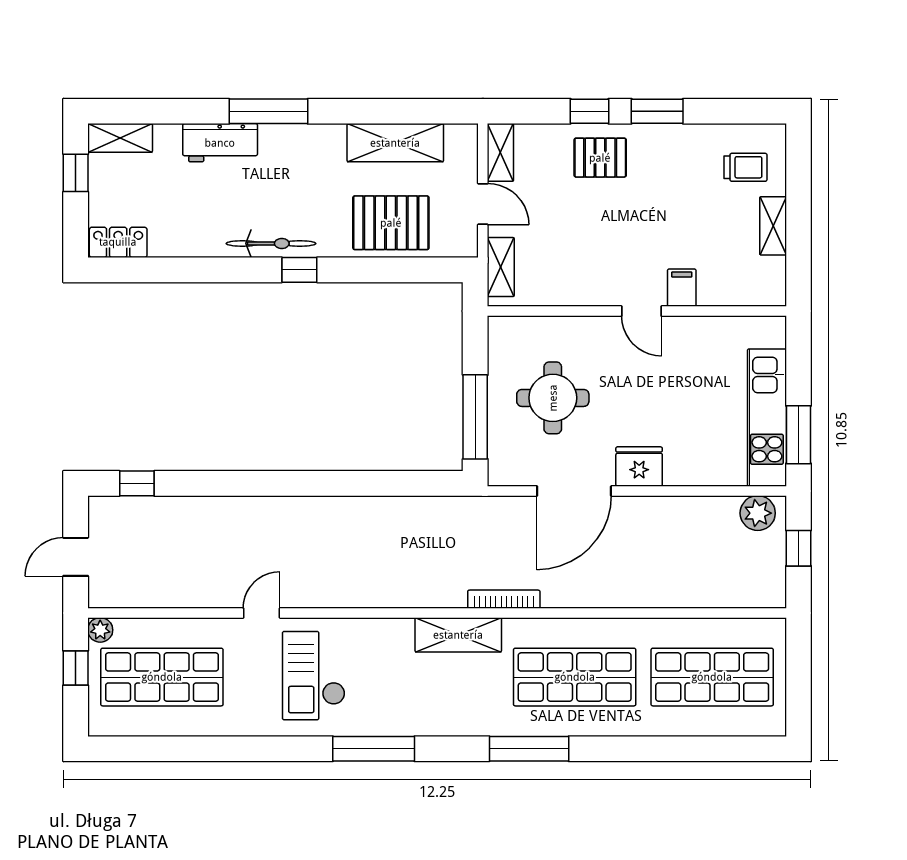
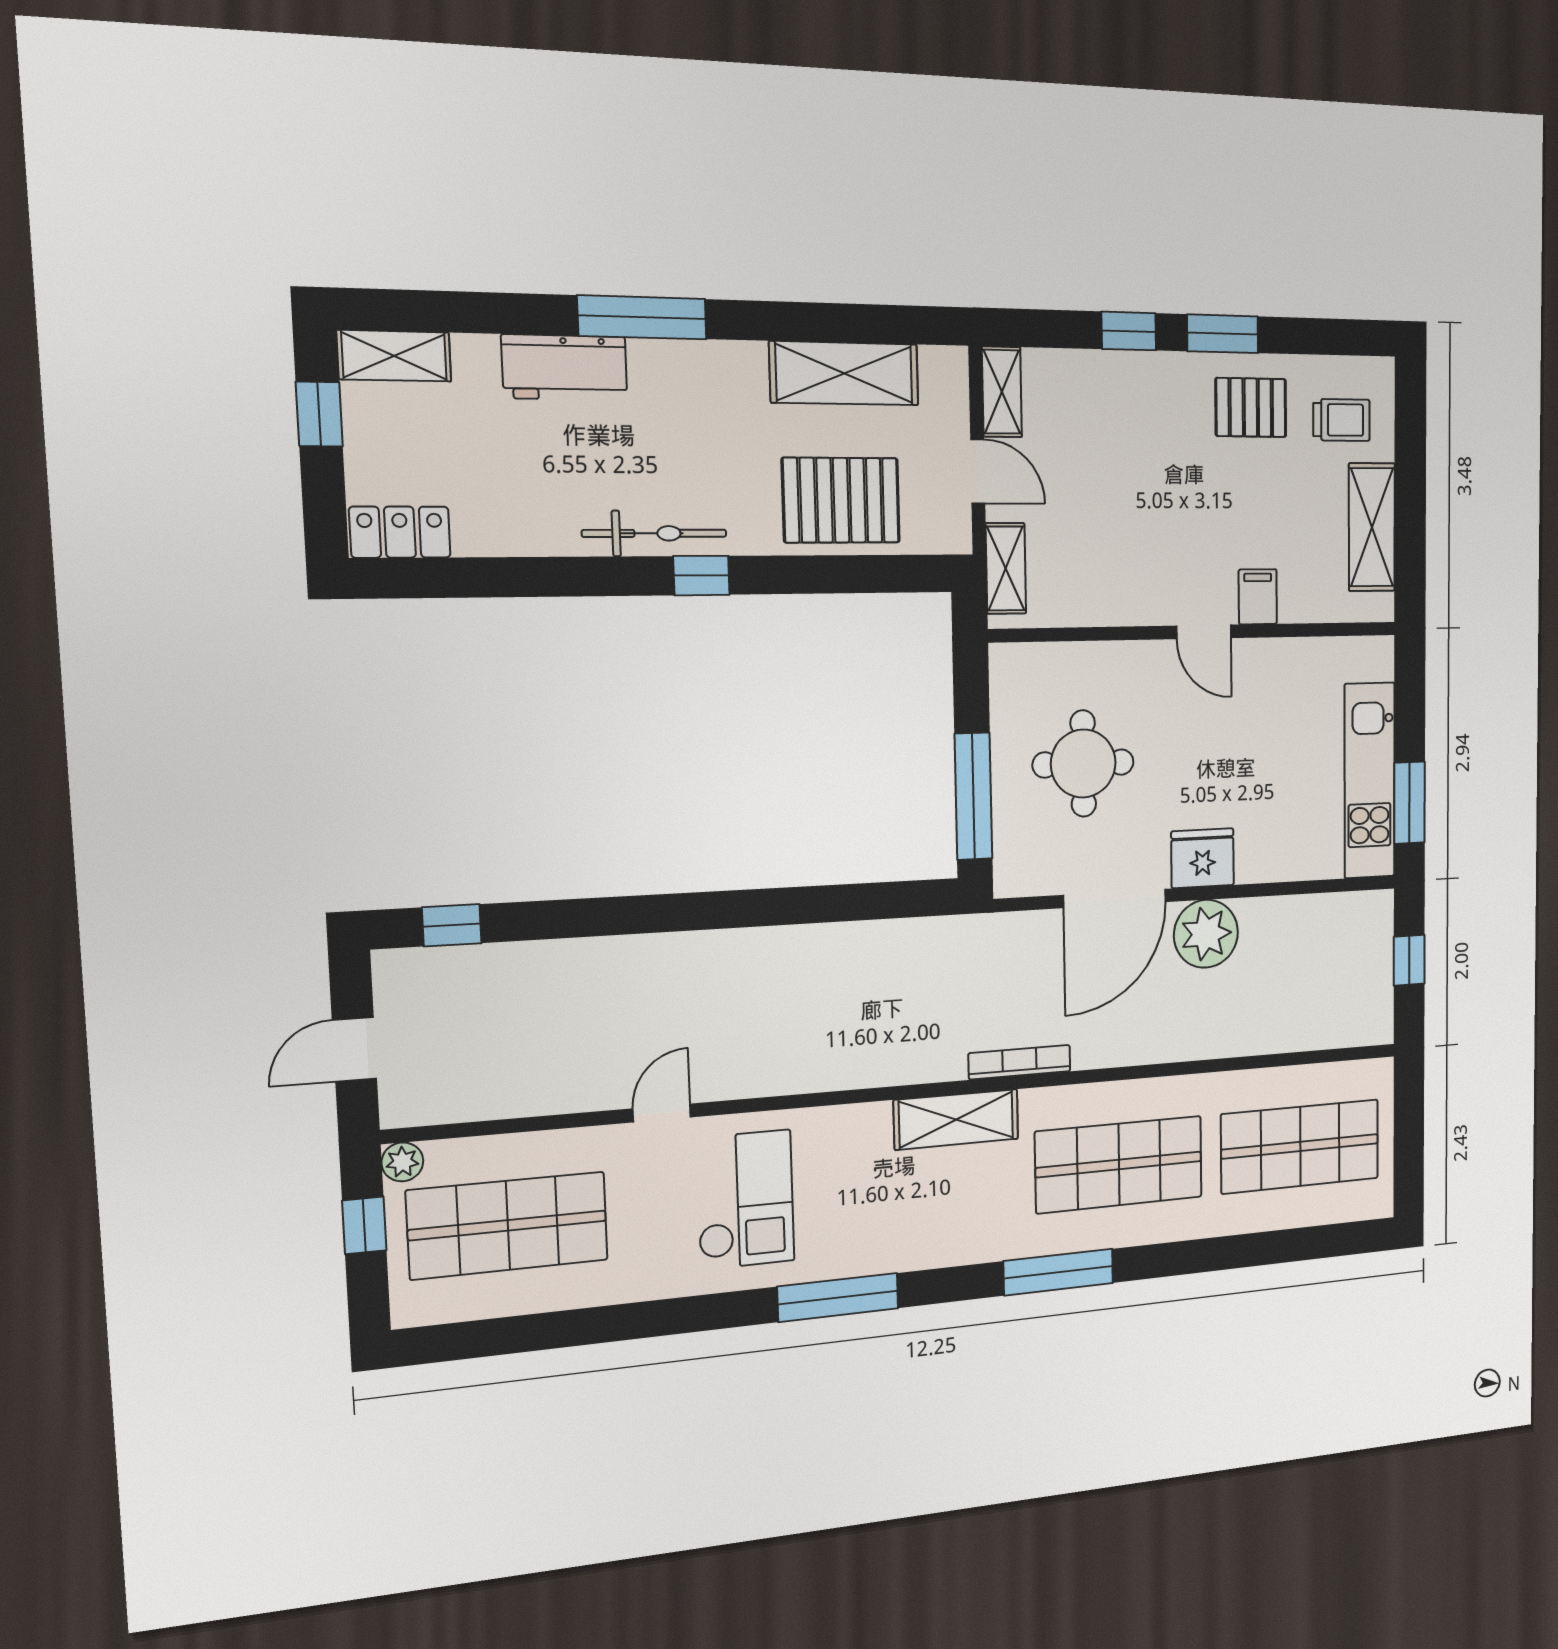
pallet: (600, 158) -> (1251, 408), moved
shelving: (773, 226) -> (1372, 527), width x1.50, depth x1.33
plant: (758, 513) -> (1206, 934), moved, width x1.36, depth x1.36
checkout: (314, 676) -> (745, 1200), turned 180

